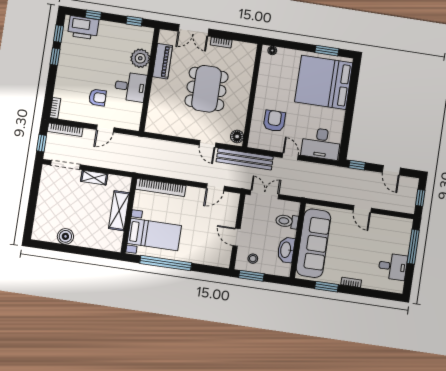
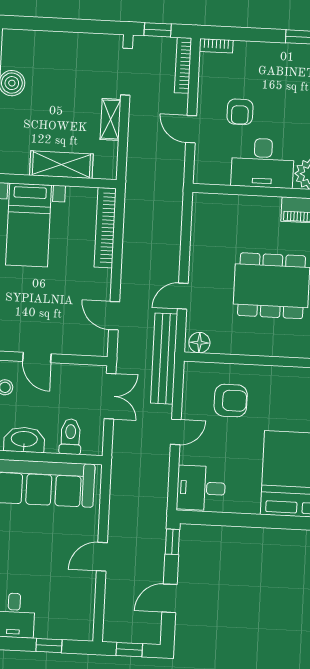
desk: (130, 87) -> (263, 163), width x1.37
desk: (321, 144) -> (201, 488), width x0.73
door: (236, 237) -> (37, 358), swing flipped
window: (413, 247) -> (49, 646), width x0.46

